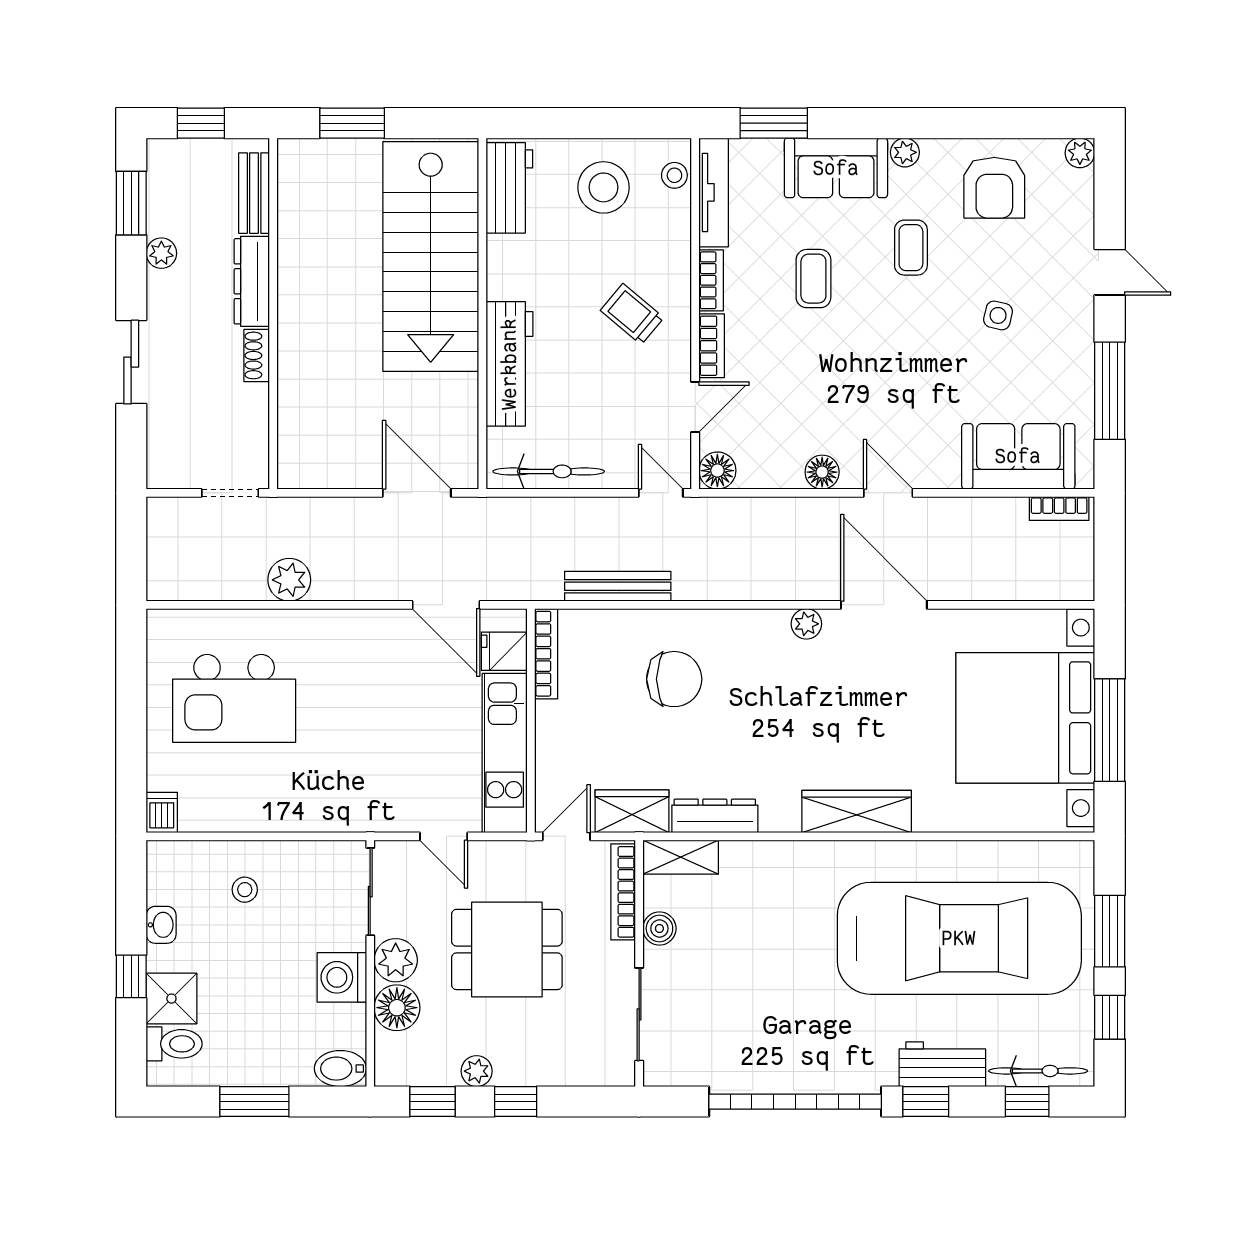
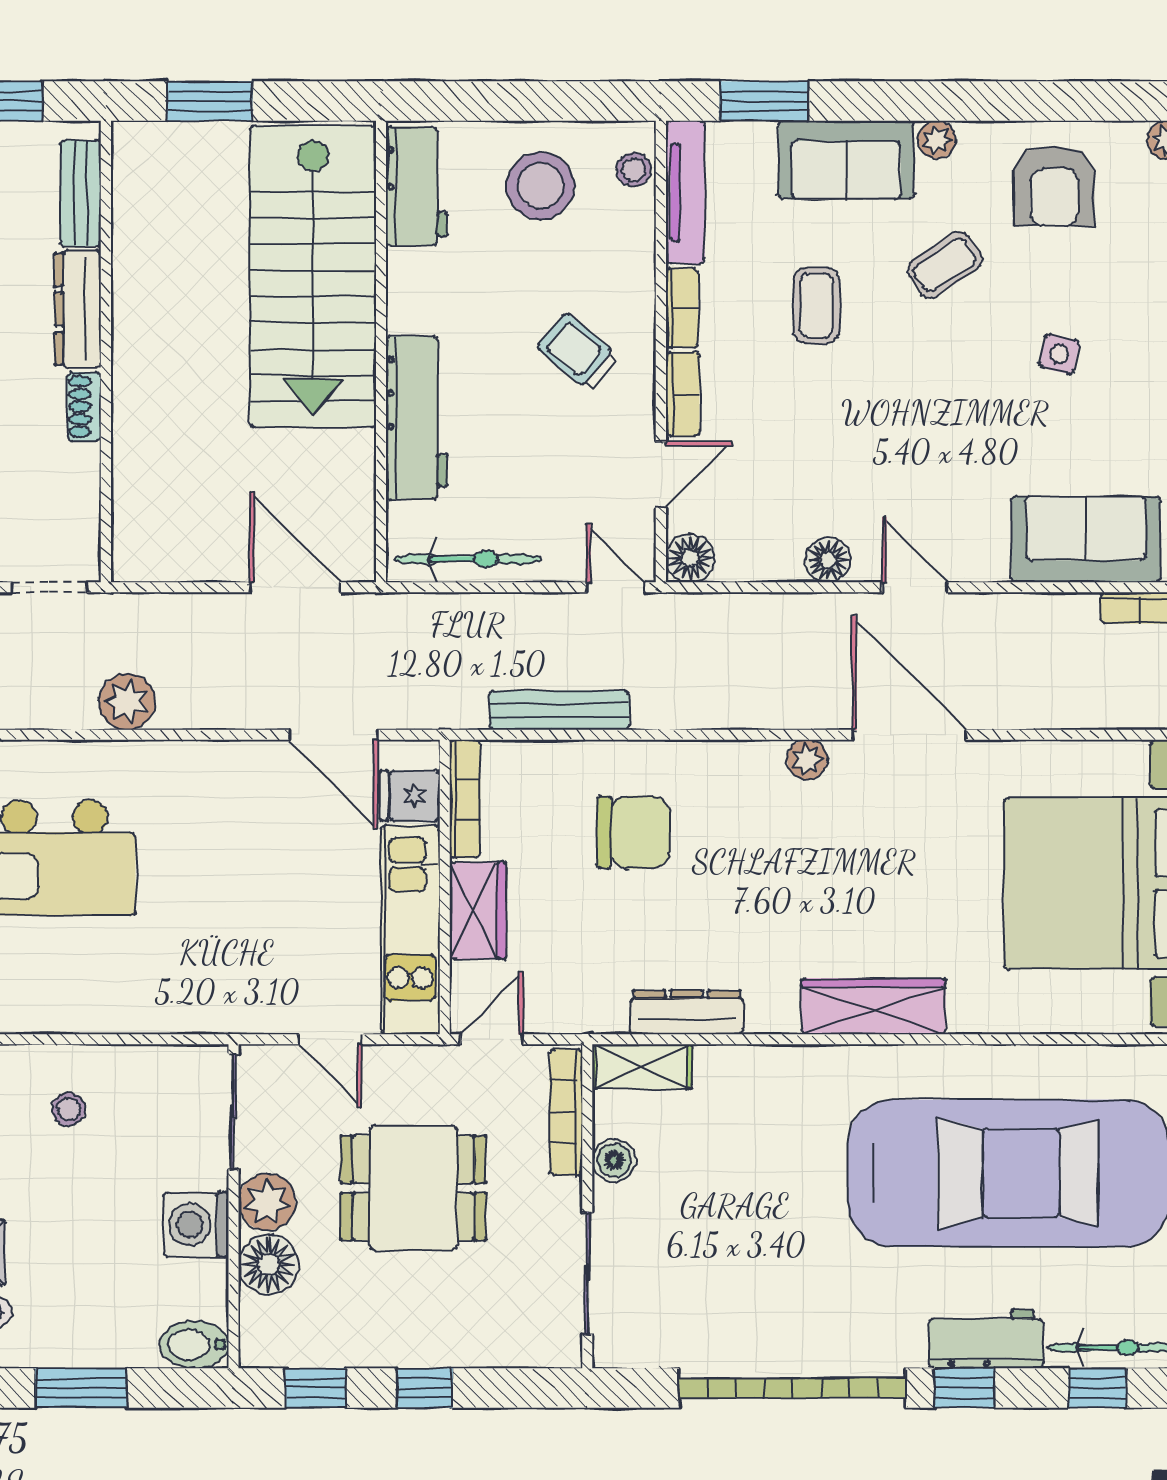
coffee table: (911, 248) -> (945, 265), turned 56
wardrobe: (632, 811) -> (478, 911), moved, turned 90
plant: (477, 1071) -> (373, 1348), removed

